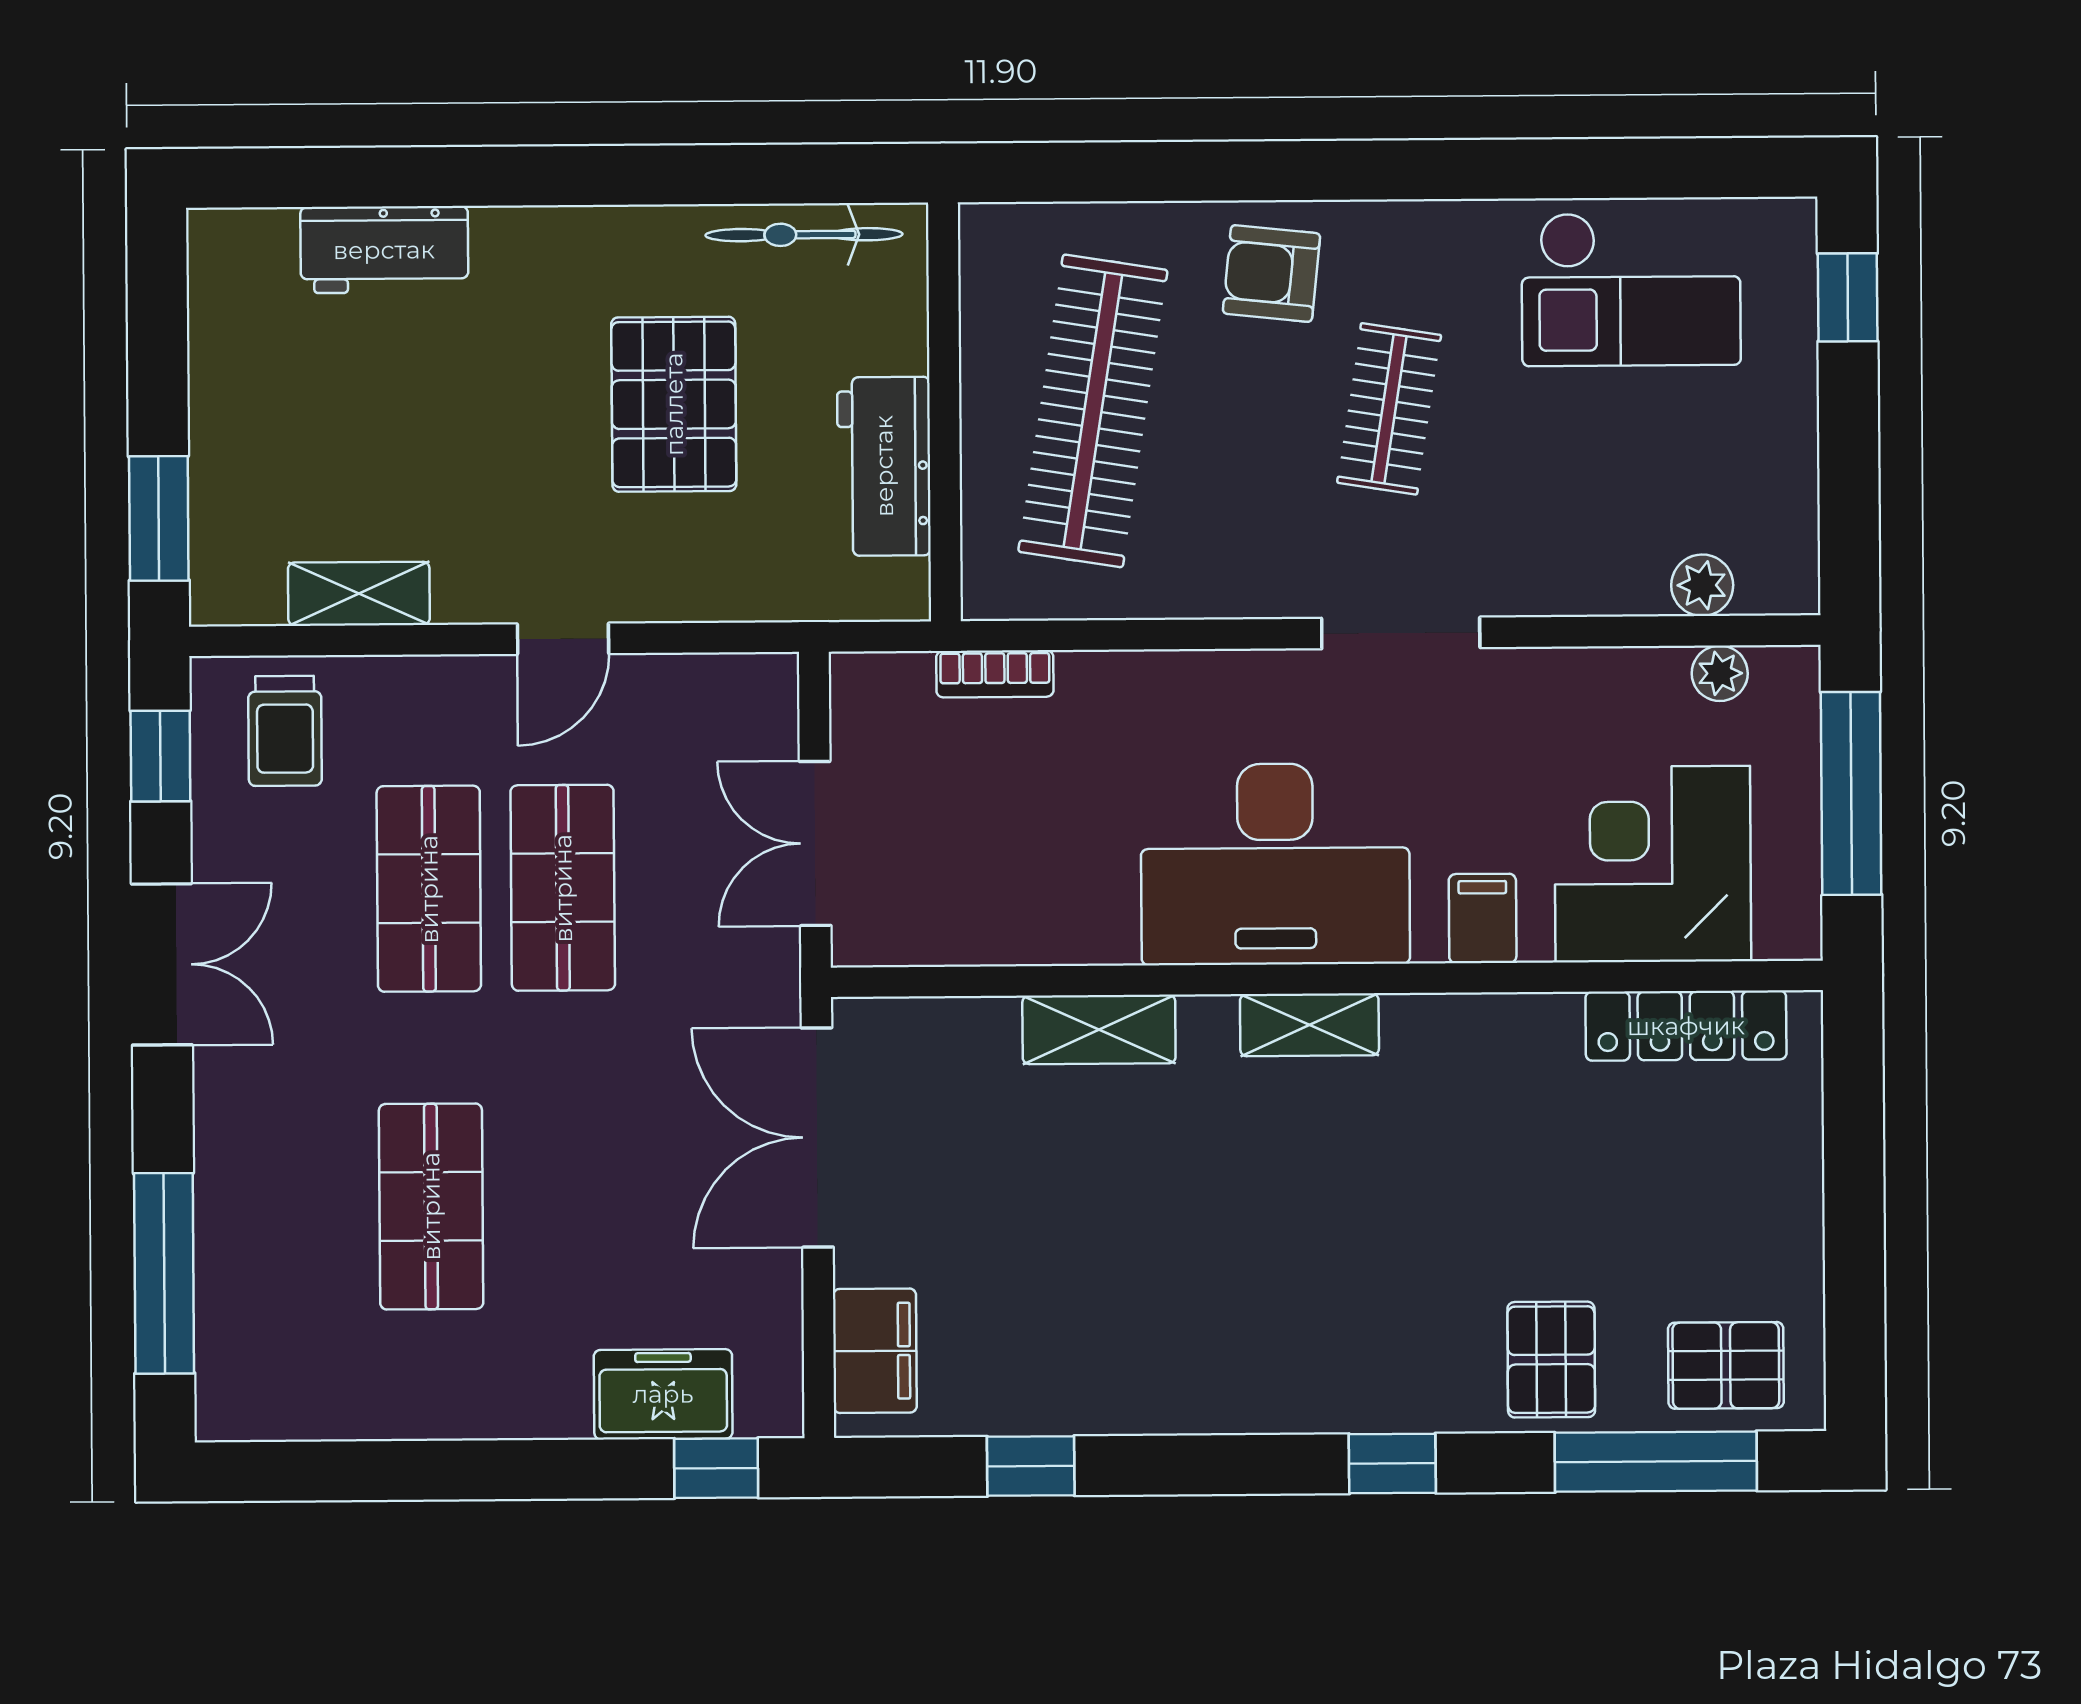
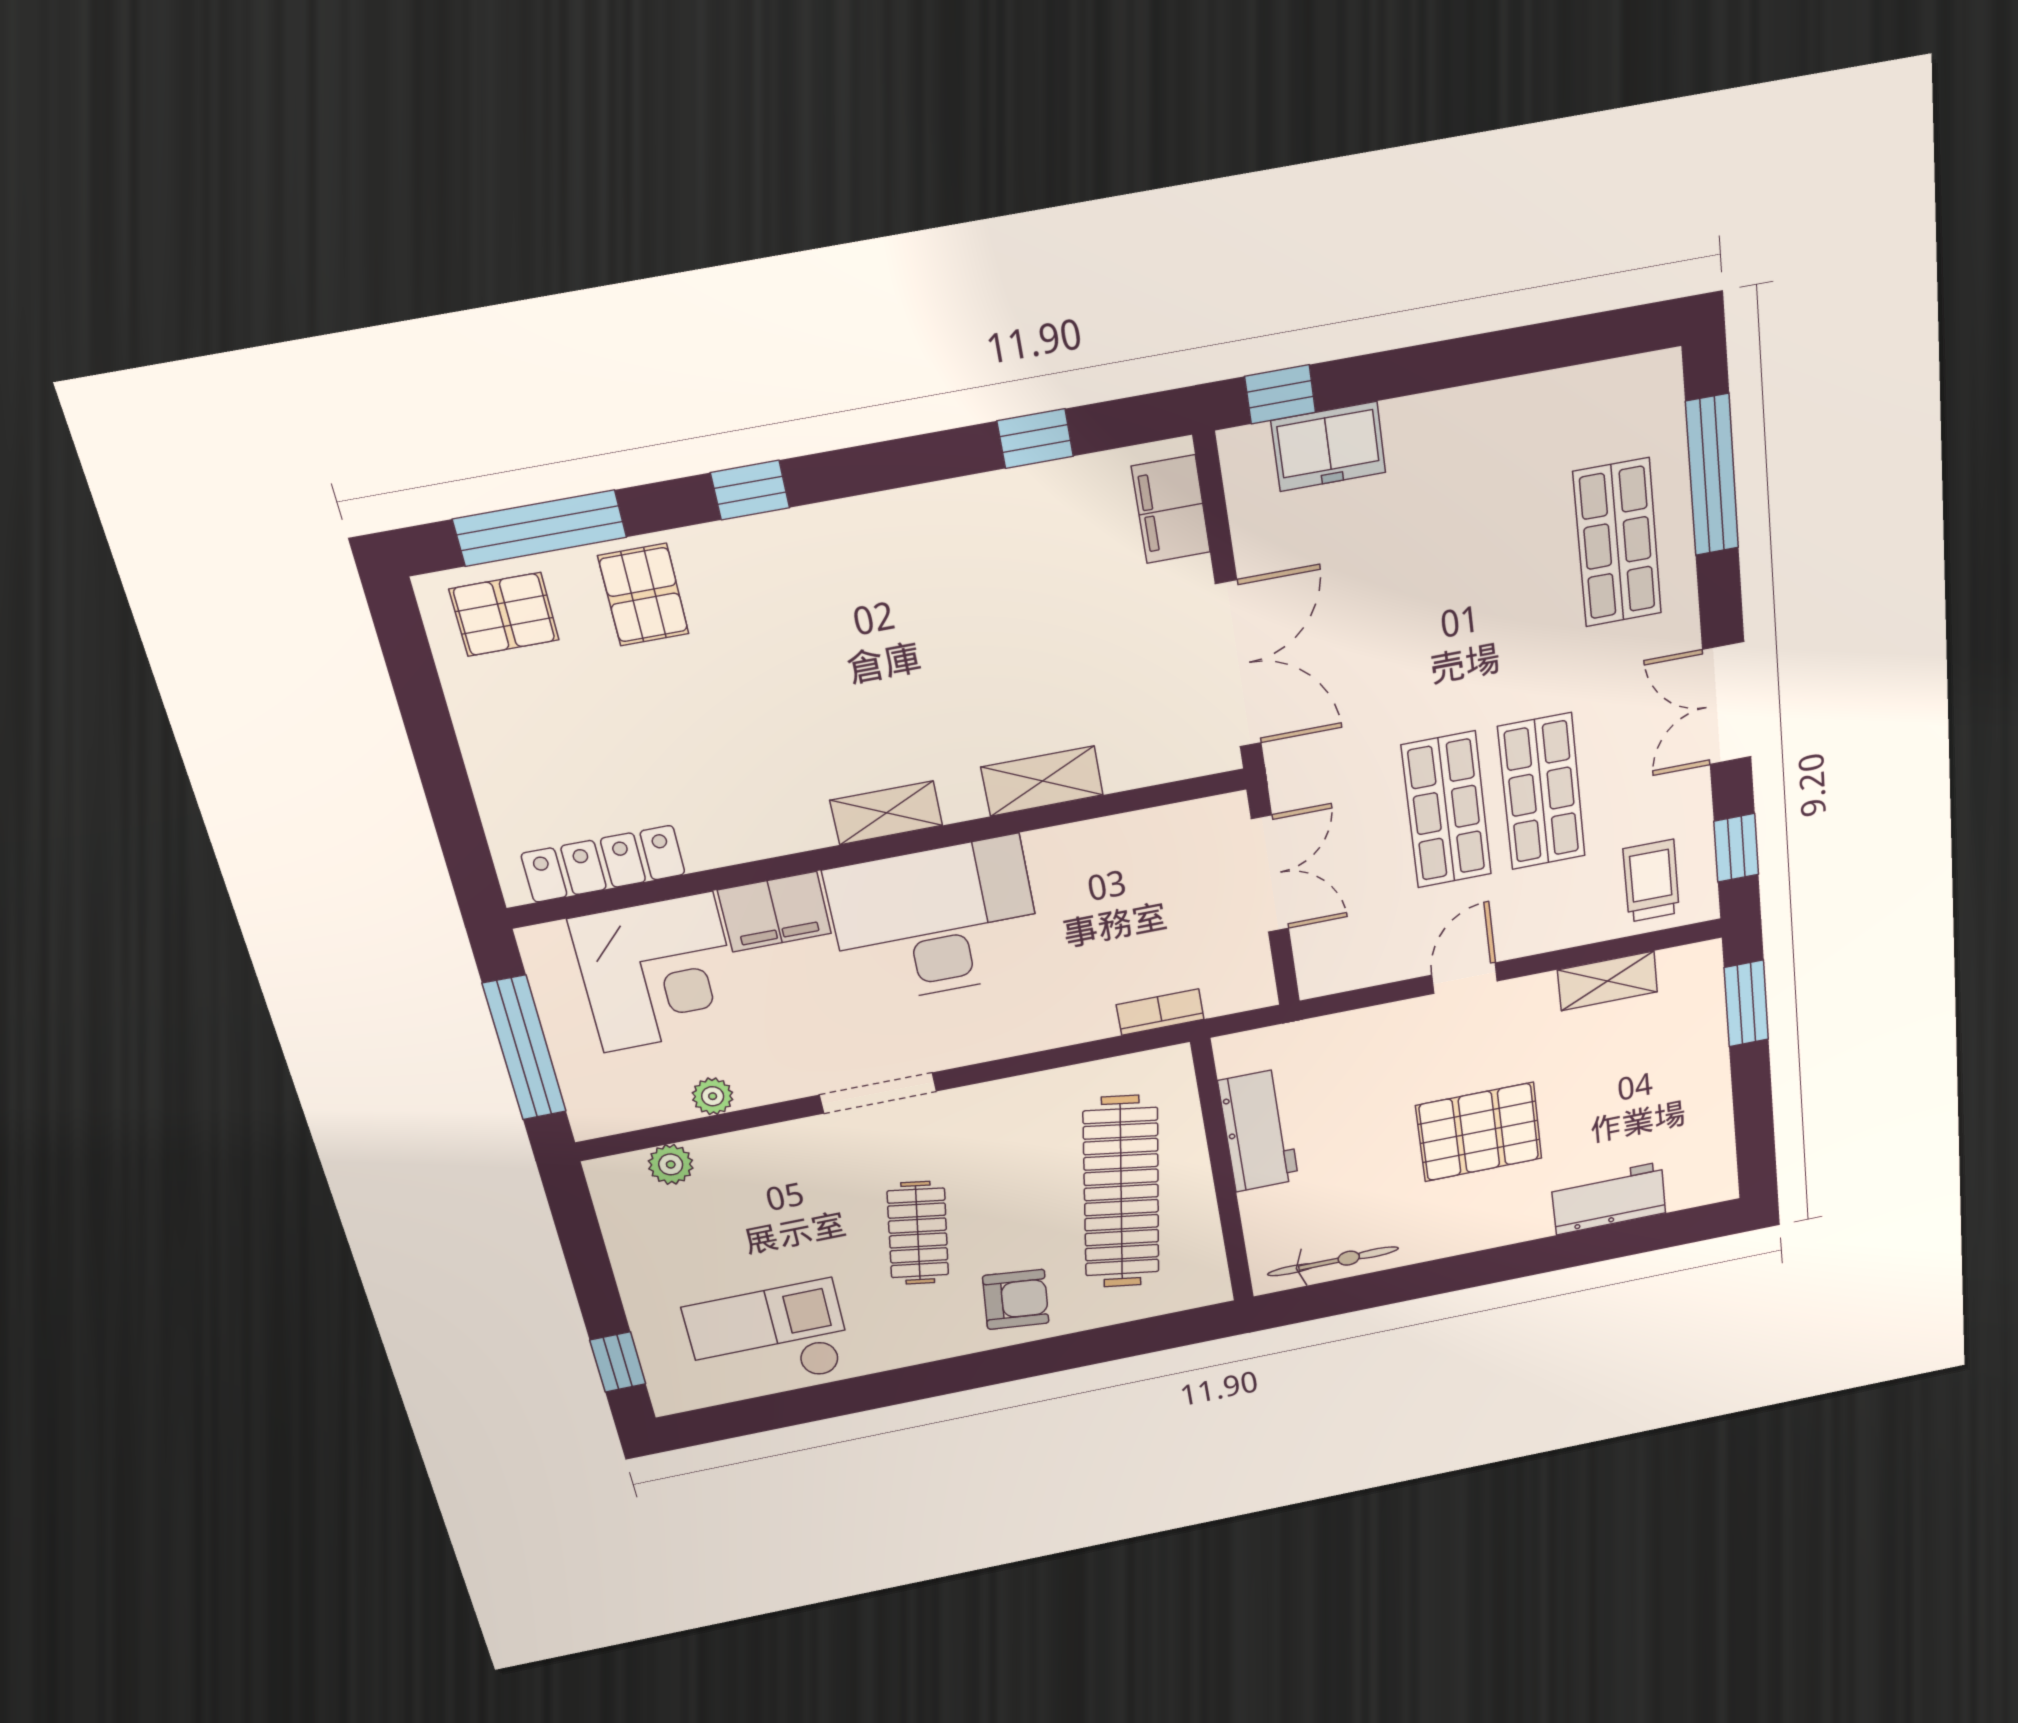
pallet: (674, 404) -> (1479, 1132), moved, turned 90
plant: (1720, 673) -> (713, 1096), moved
filing cabinet: (1483, 918) -> (775, 912), width x2.00
shop shelf: (431, 1206) -> (1617, 543), moved

